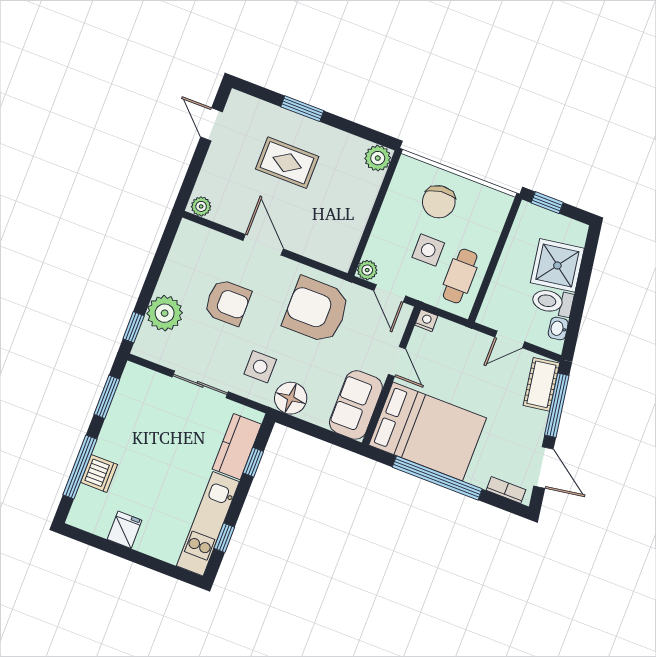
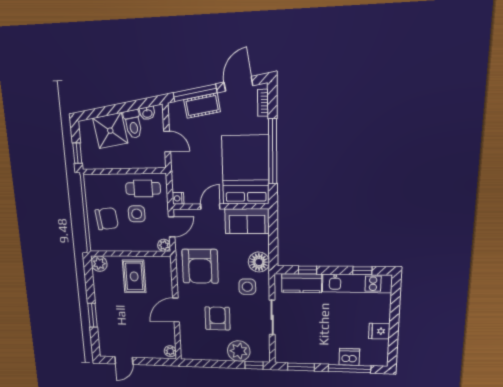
rug: (287, 163) -> (134, 276), moved
cot: (541, 384) -> (202, 106), moved

